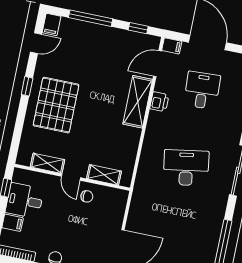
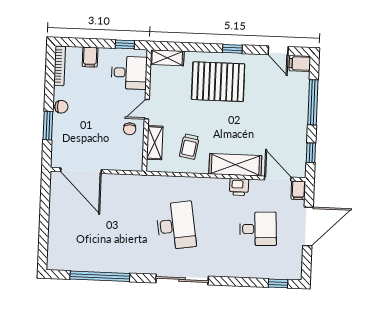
trolley: (113, 143) -> (189, 147), added
shelving: (47, 163) -> (167, 58), moved, turned 90
desk: (25, 201) -> (129, 73), moved, turned 90

